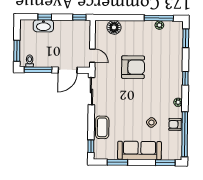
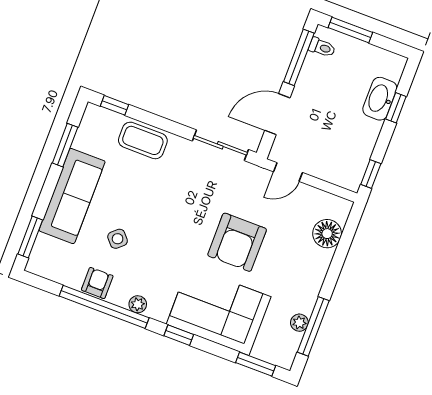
corner sofa: (167, 64) -> (219, 310), added
door: (68, 70) -> (277, 114), hinge flipped
window: (185, 134) -> (104, 307), moved

